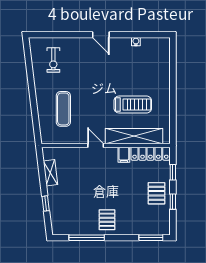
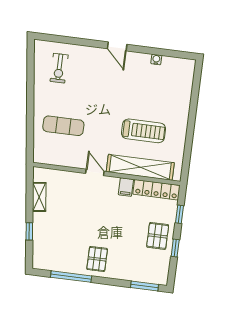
exercise mat: (63, 109) -> (63, 126), turned 90

